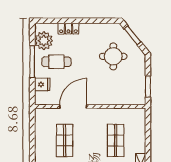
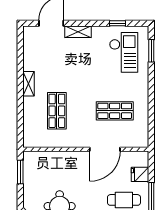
shop shelf: (65, 140) -> (115, 111), turned 90

